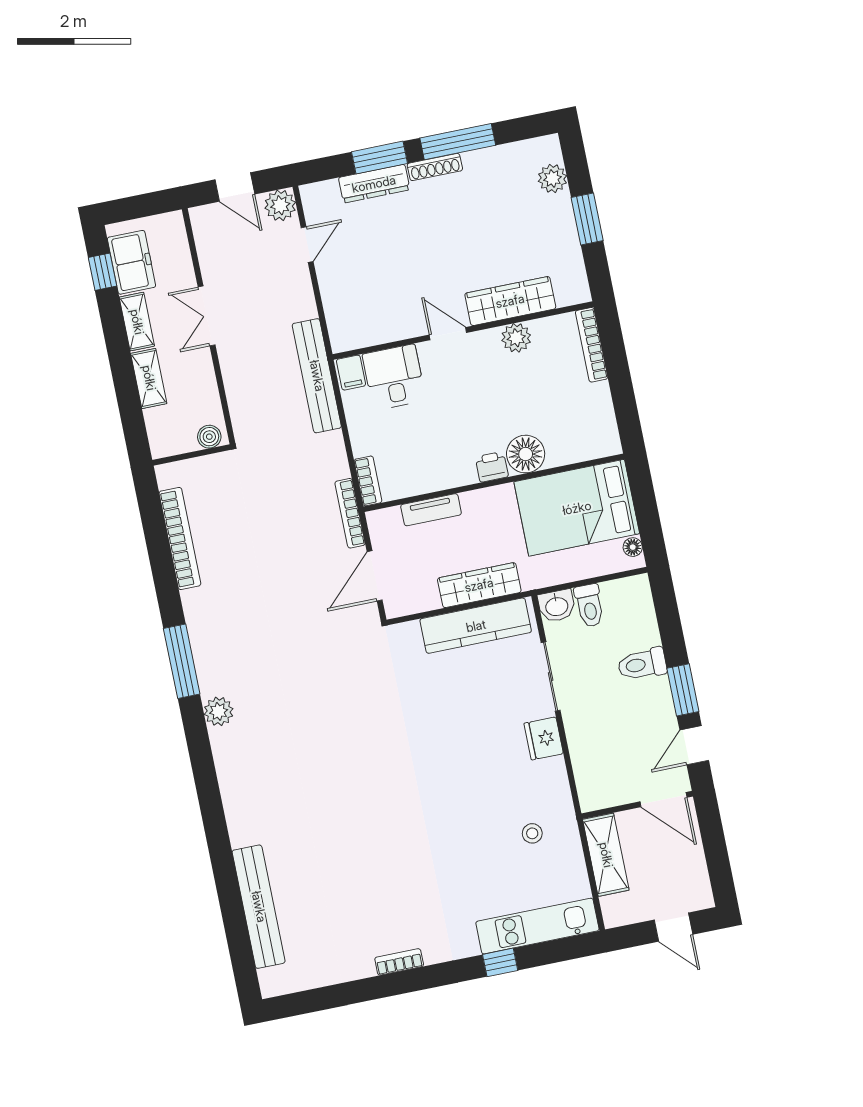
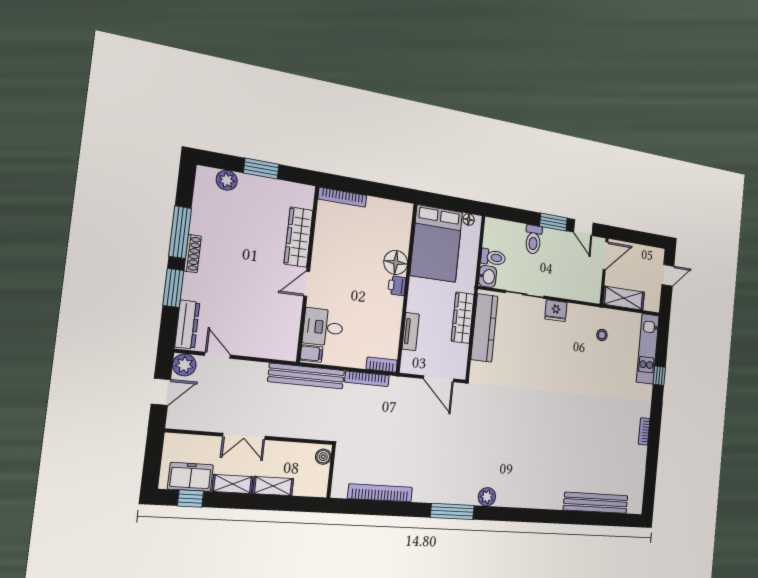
dresser: (374, 184) -> (187, 325), moved
plant: (516, 338) -> (323, 242), removed
bookcase: (350, 513) -> (367, 379), moved

